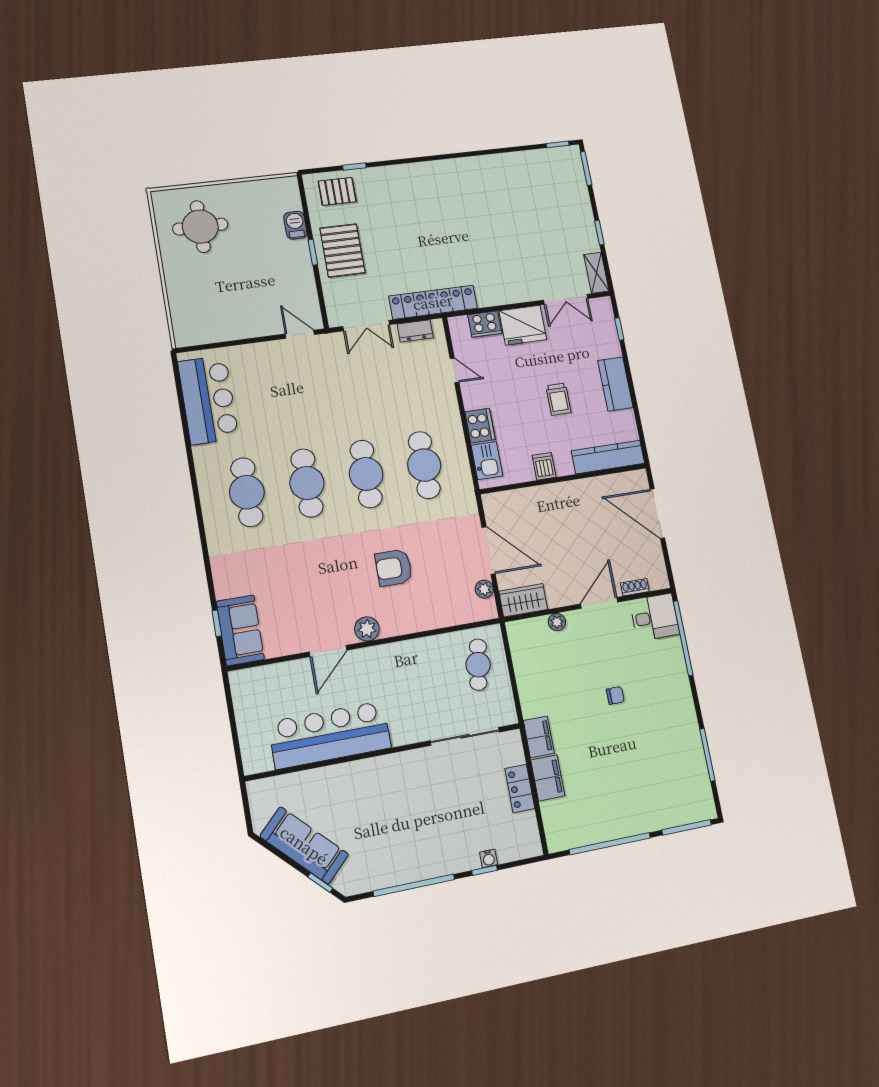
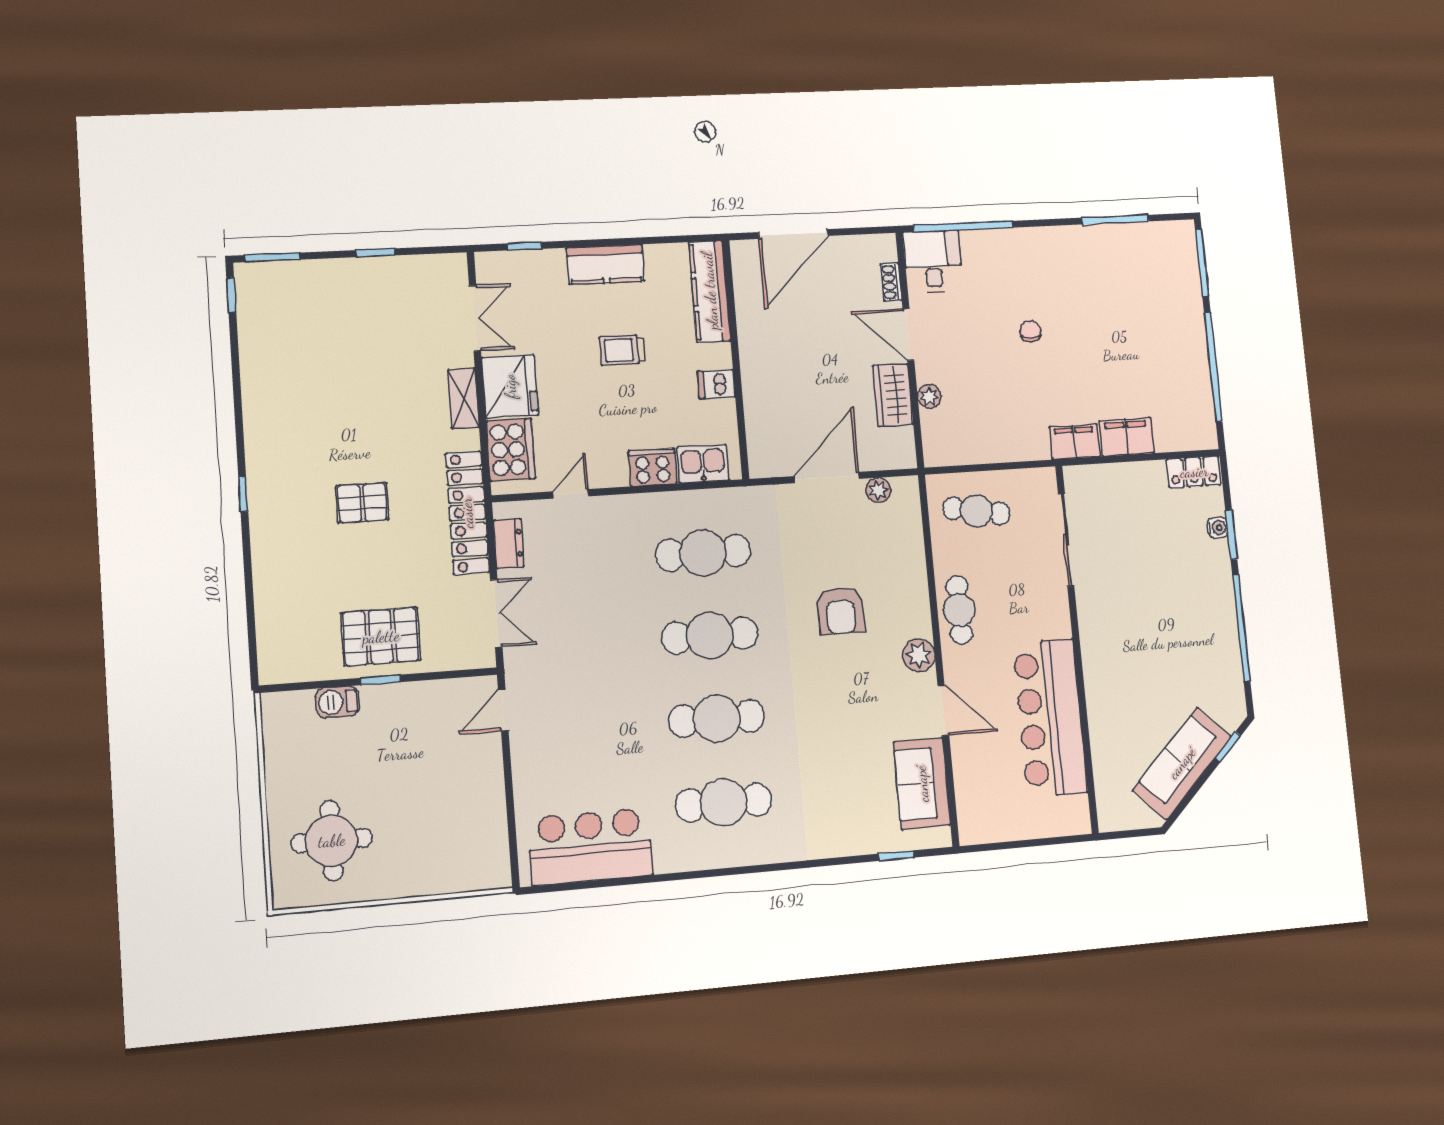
window: (354, 166) -> (243, 494), moved
pallet: (337, 191) -> (362, 503), moved, turned 90
shelving: (596, 273) -> (463, 398), moved, turned 90
cooker: (485, 324) -> (511, 450), width x1.37, depth x1.31
trolley: (559, 399) -> (622, 350), turned 180
wardrobe: (523, 600) -> (893, 395), moved
sofa: (240, 630) -> (922, 784), moved, turned -90
cafe table: (404, 657) -> (959, 610), added
locker: (520, 789) -> (1194, 472), moved
window: (484, 870) -> (1231, 535), width x1.50

